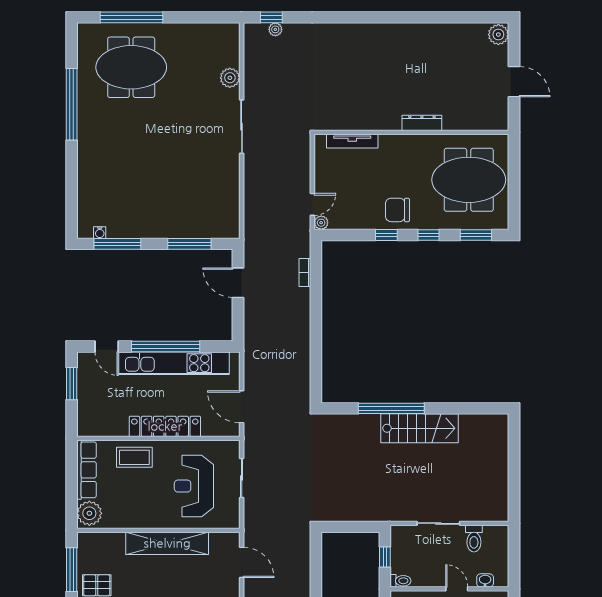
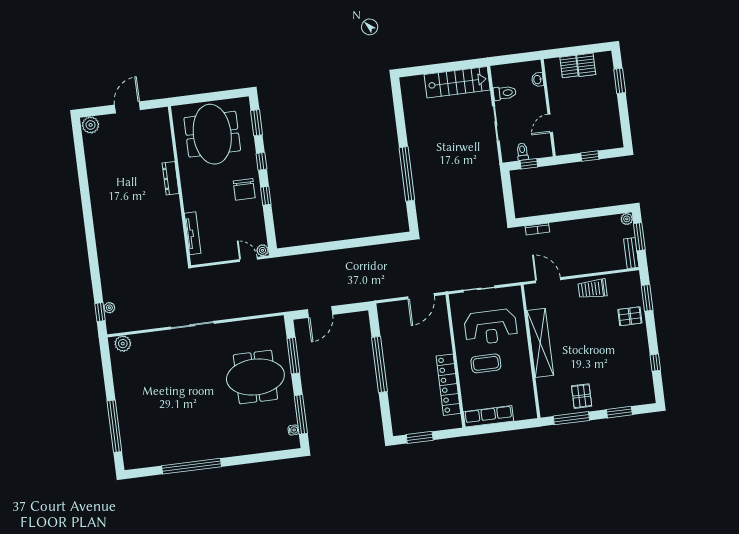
meeting table: (131, 67) -> (255, 377), moved, turned 90
plant: (230, 78) -> (123, 344), moved
bookcase: (305, 272) -> (537, 229), moved
door: (107, 346) -> (386, 413), removed
kitchen unit: (174, 363) -> (392, 356), removed
locker: (165, 426) -> (448, 385), moved
stairs: (419, 428) -> (457, 82), moved, turned 90
coffee table: (134, 457) -> (486, 363), moved, turned 90
plant: (89, 513) -> (524, 410), removed
door: (242, 562) -> (548, 280), hinge flipped
toilet: (400, 581) -> (522, 152), moved
door: (457, 589) -> (550, 123), moved

